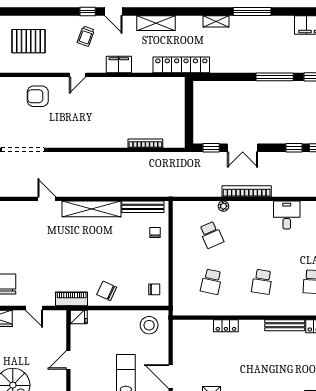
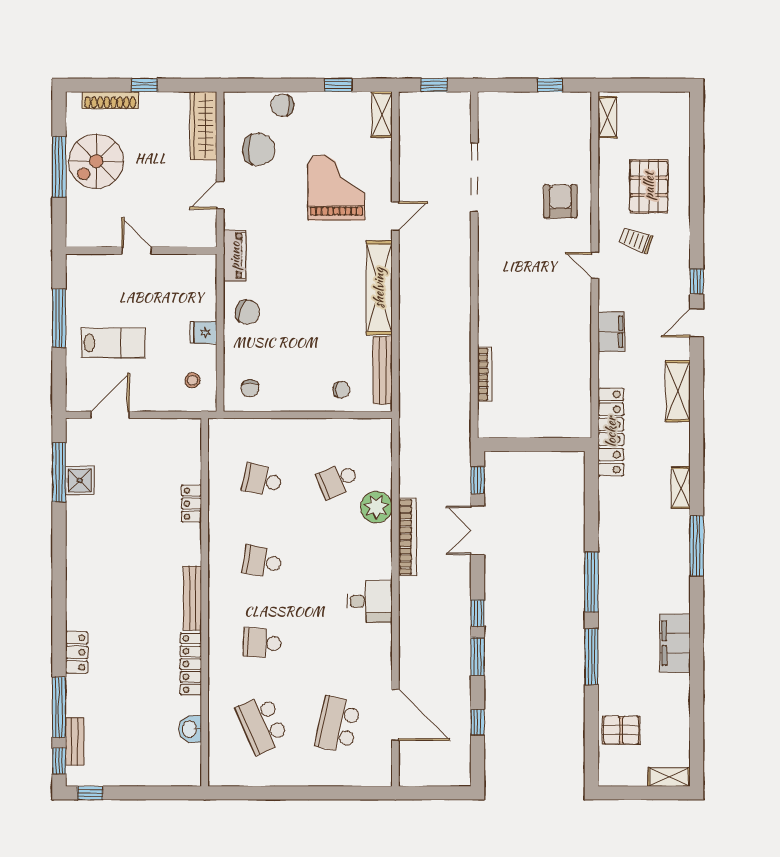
trolley: (86, 36) -> (636, 240), moved
plant: (224, 206) -> (376, 507), width x1.88, depth x1.88
grand piano: (29, 236) -> (336, 188), added
chair: (107, 291) -> (248, 312), turned 81
fridge: (79, 317) -> (203, 332), moved, turned 90
stool: (149, 325) -> (192, 380), width x0.53, depth x0.53

